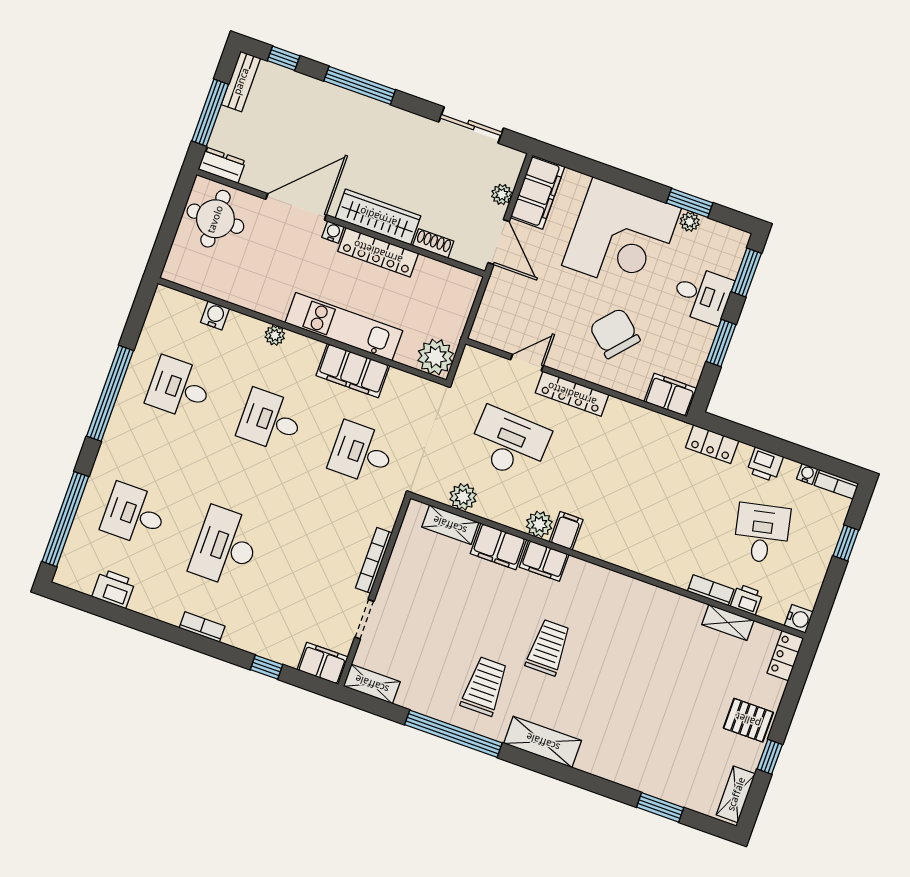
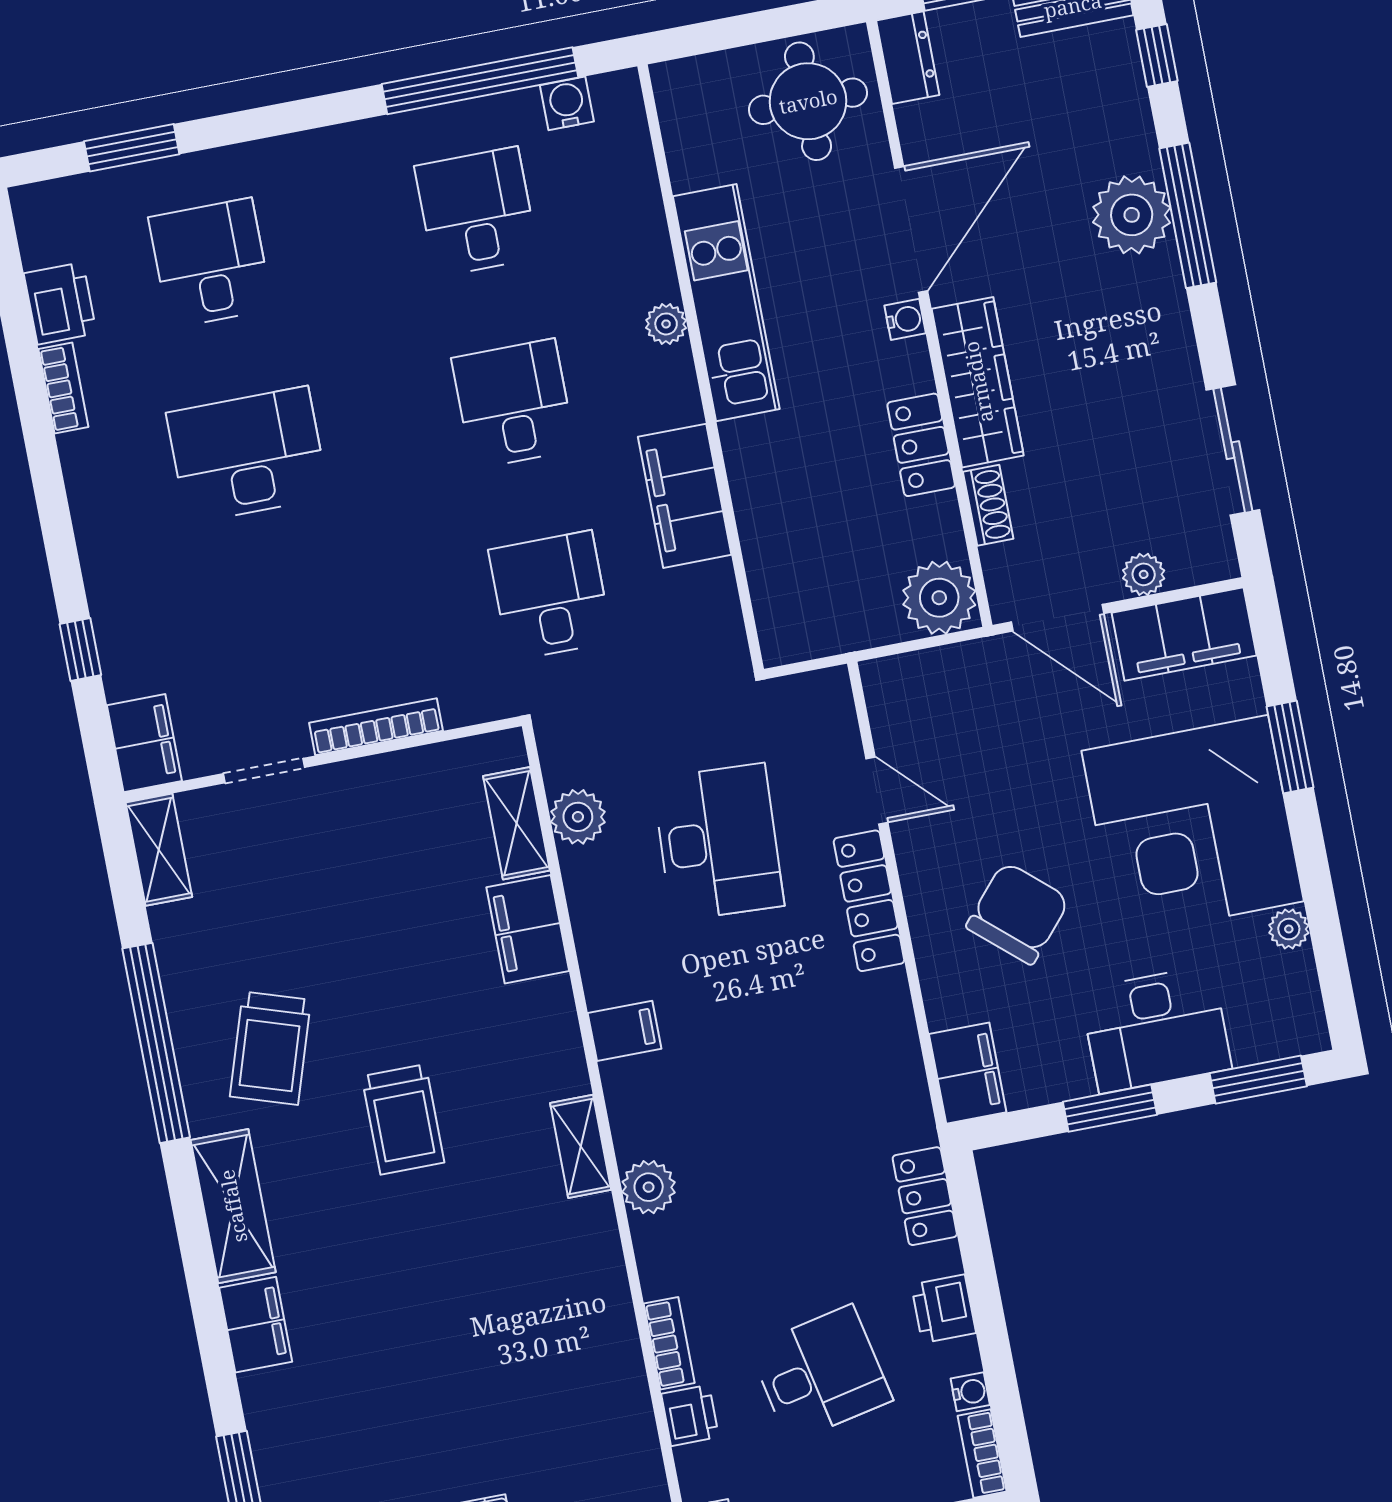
plant: (345, 109) -> (1132, 215), added
window: (690, 203) -> (1290, 747), moved
door: (296, 207) -> (911, 229), hinge flipped
door: (499, 242) -> (1058, 618), hinge flipped
locker: (378, 252) -> (921, 445), width x0.66
desk: (702, 295) -> (1156, 1029), width x1.37
water cooler: (215, 315) -> (567, 103), moved, turned -90
kitchen unit: (344, 327) -> (726, 303), moved
plant: (436, 357) -> (939, 598), moved
window: (110, 393) -> (480, 81), moved
window: (65, 519) -> (132, 148), width x0.47
plant: (539, 524) -> (649, 1187), moved
filing cabinet: (544, 561) -> (256, 1325), moved, turned 180
shelving: (728, 622) -> (581, 1146), moved
bookcase: (202, 627) -> (63, 388), moved
trolley: (548, 648) -> (403, 1119), turned 90
trolley: (484, 686) -> (270, 1048), turned 108

